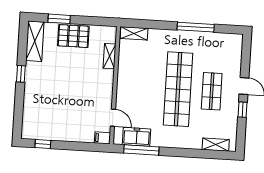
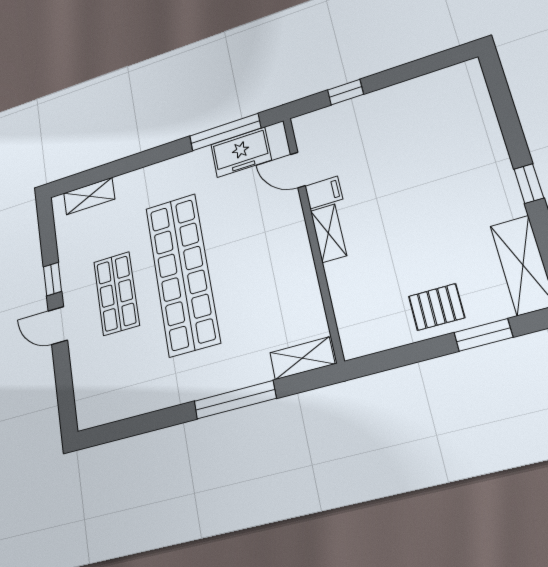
window: (196, 27) -> (235, 400), moved
pallet: (73, 36) -> (437, 307), width x0.67, depth x0.71
shelving: (109, 56) -> (328, 233), moved
filing cabinet: (102, 138) -> (324, 192), moved
window: (43, 144) -> (345, 92), moved

